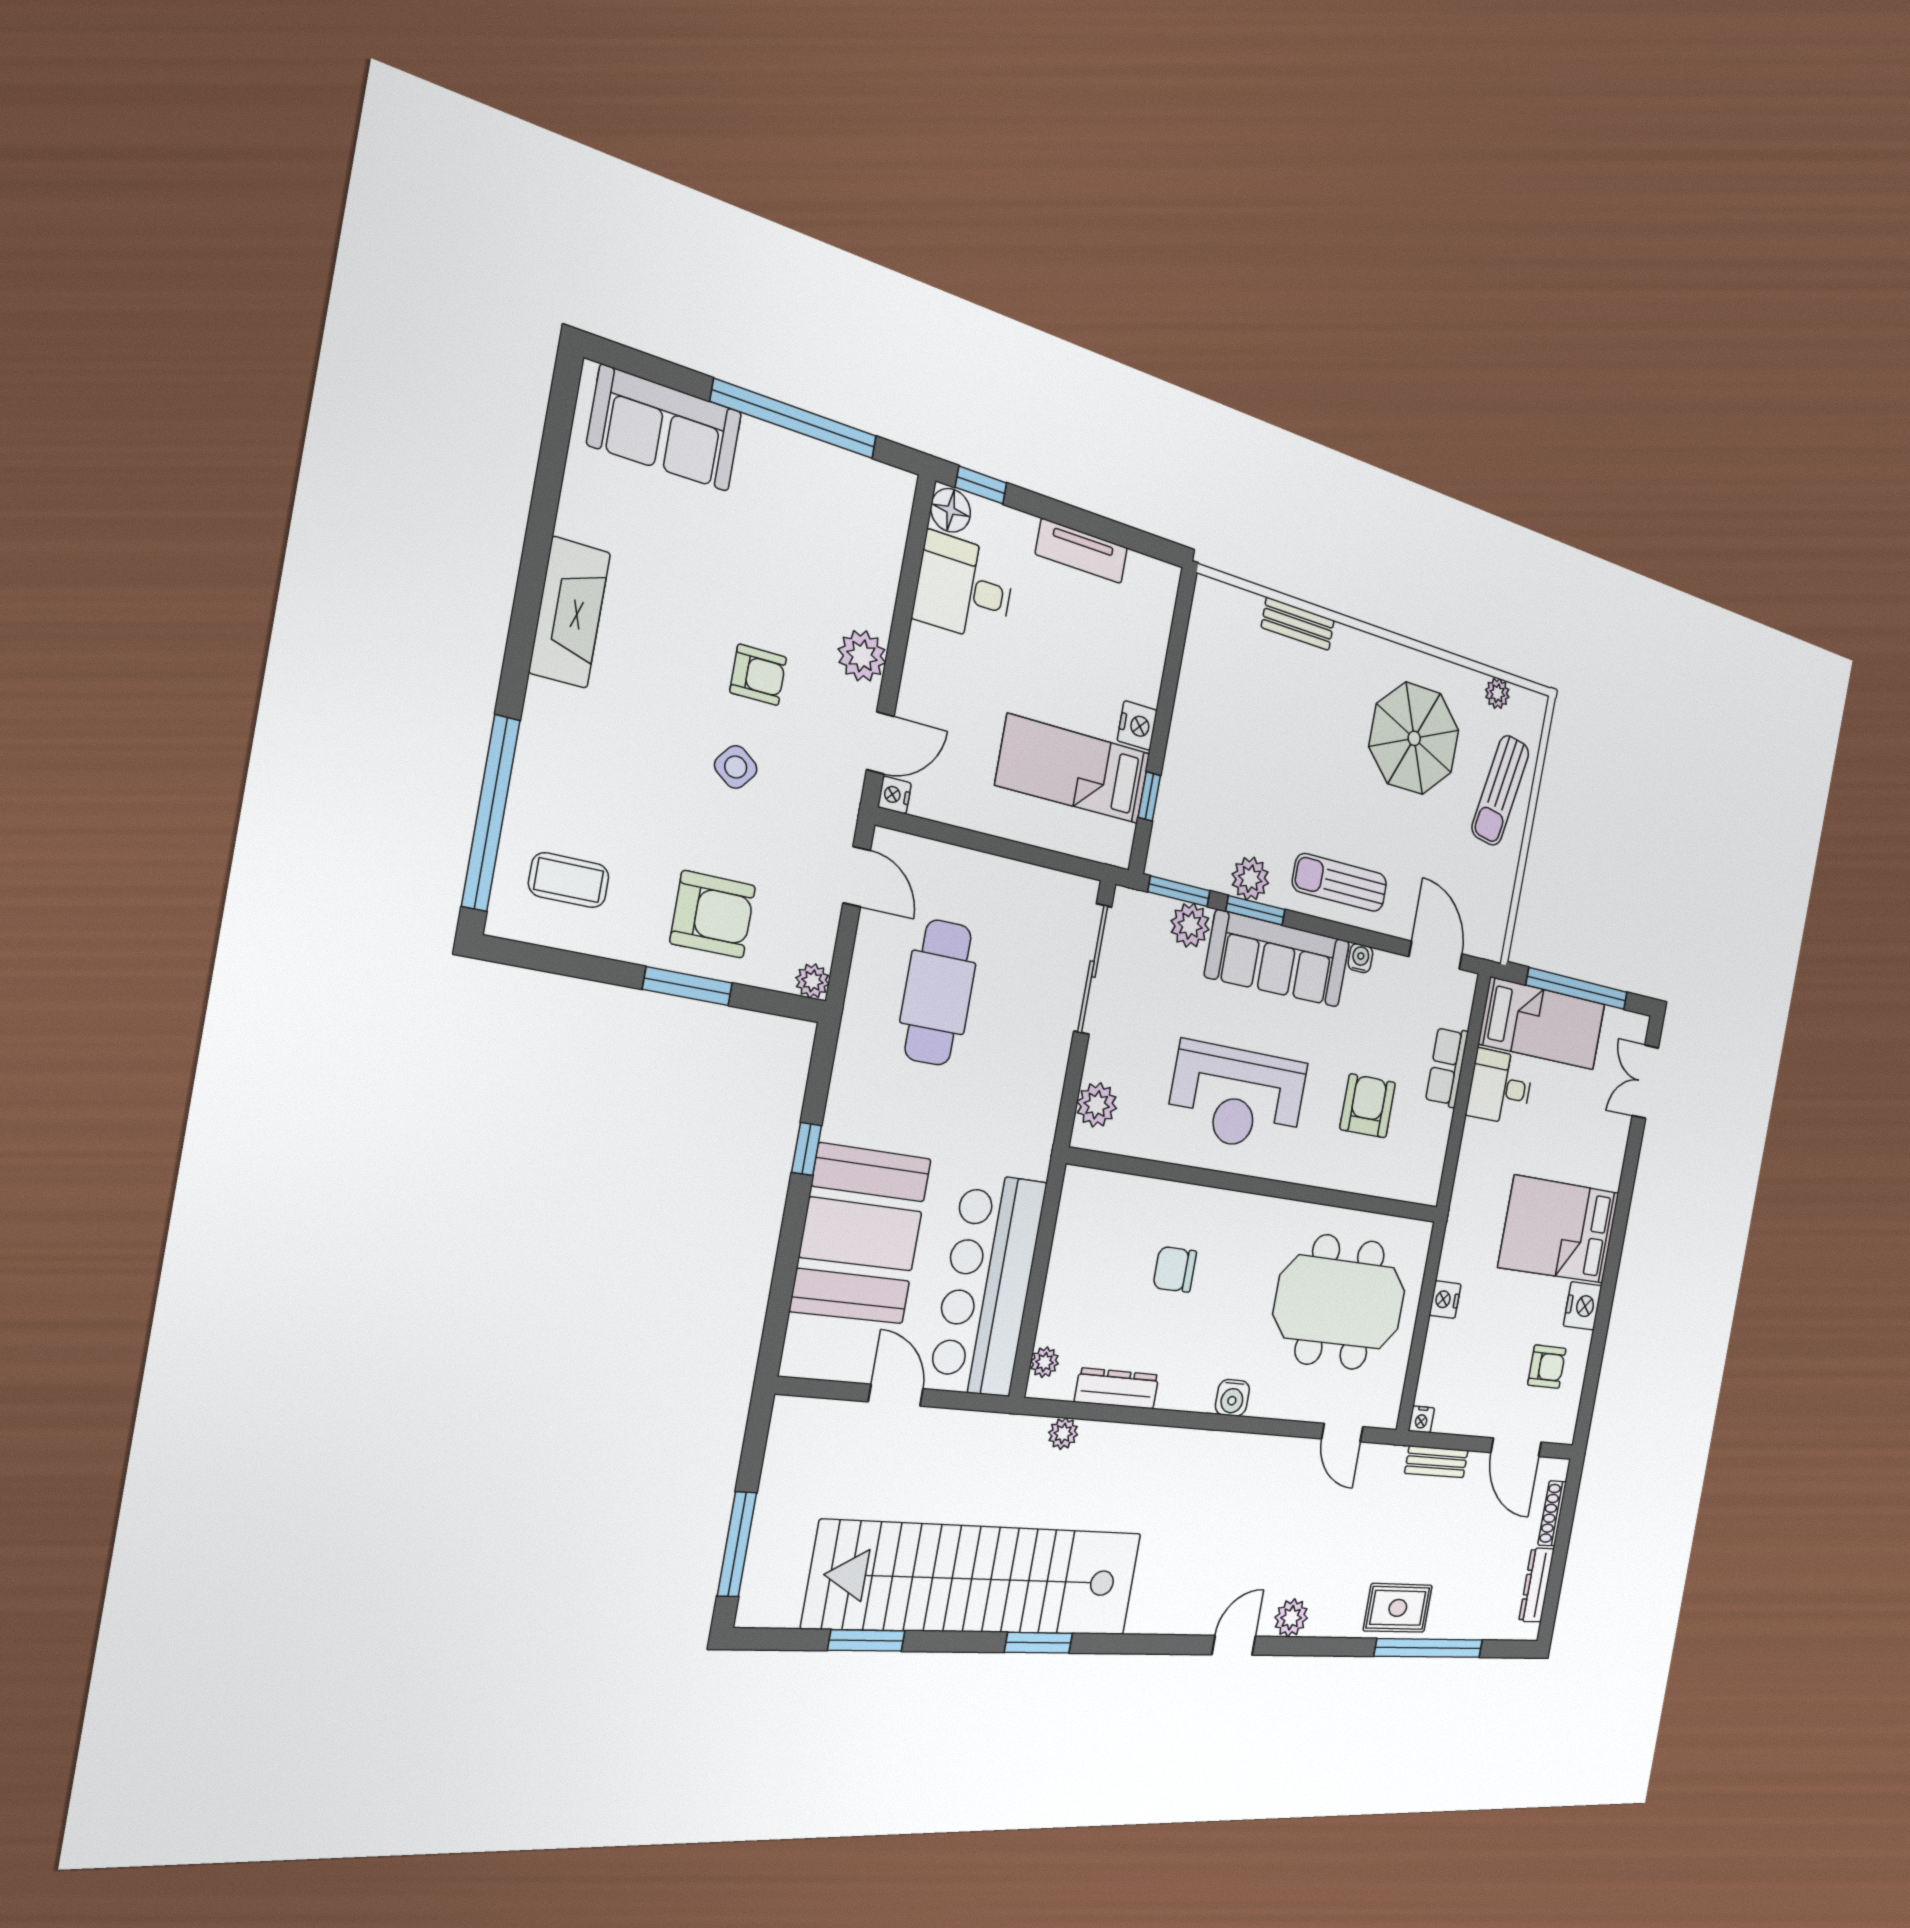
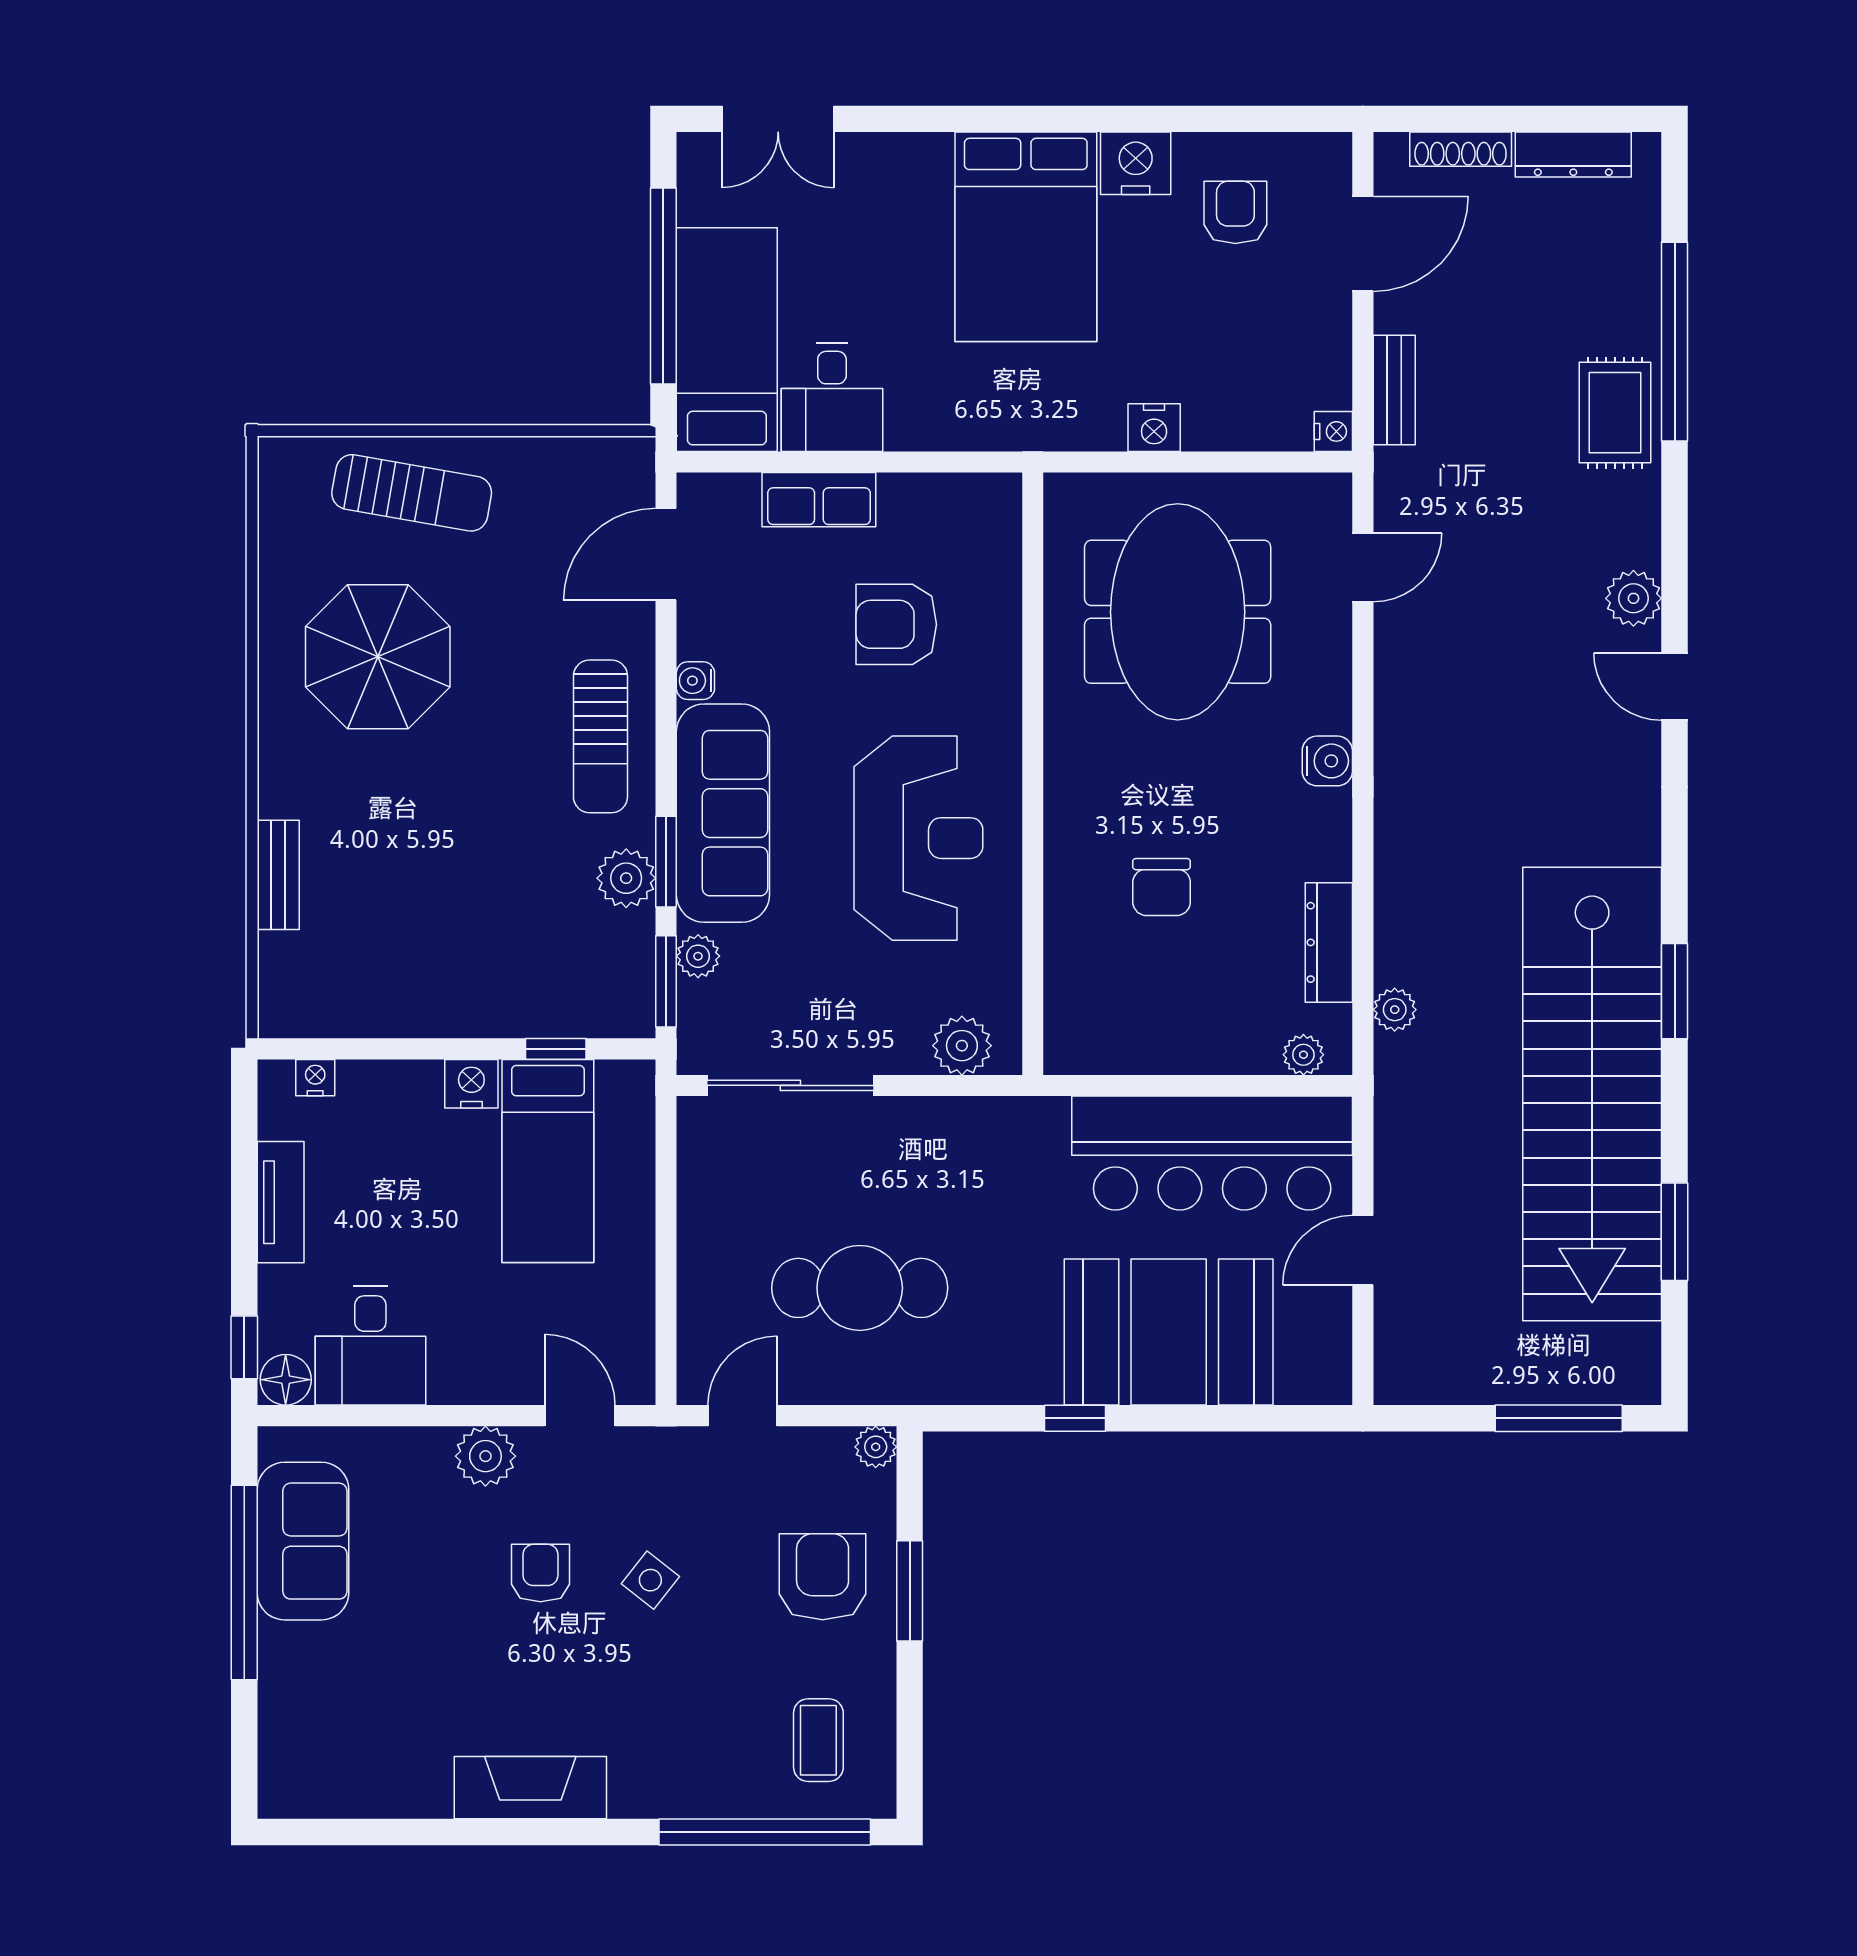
sofa: (665, 428) -> (303, 1541), moved
plant: (1497, 693) -> (279, 529), removed
nightstand: (895, 795) -> (315, 1078), moved, turned 180
plant: (1190, 925) -> (698, 956), width x0.73, depth x0.73

